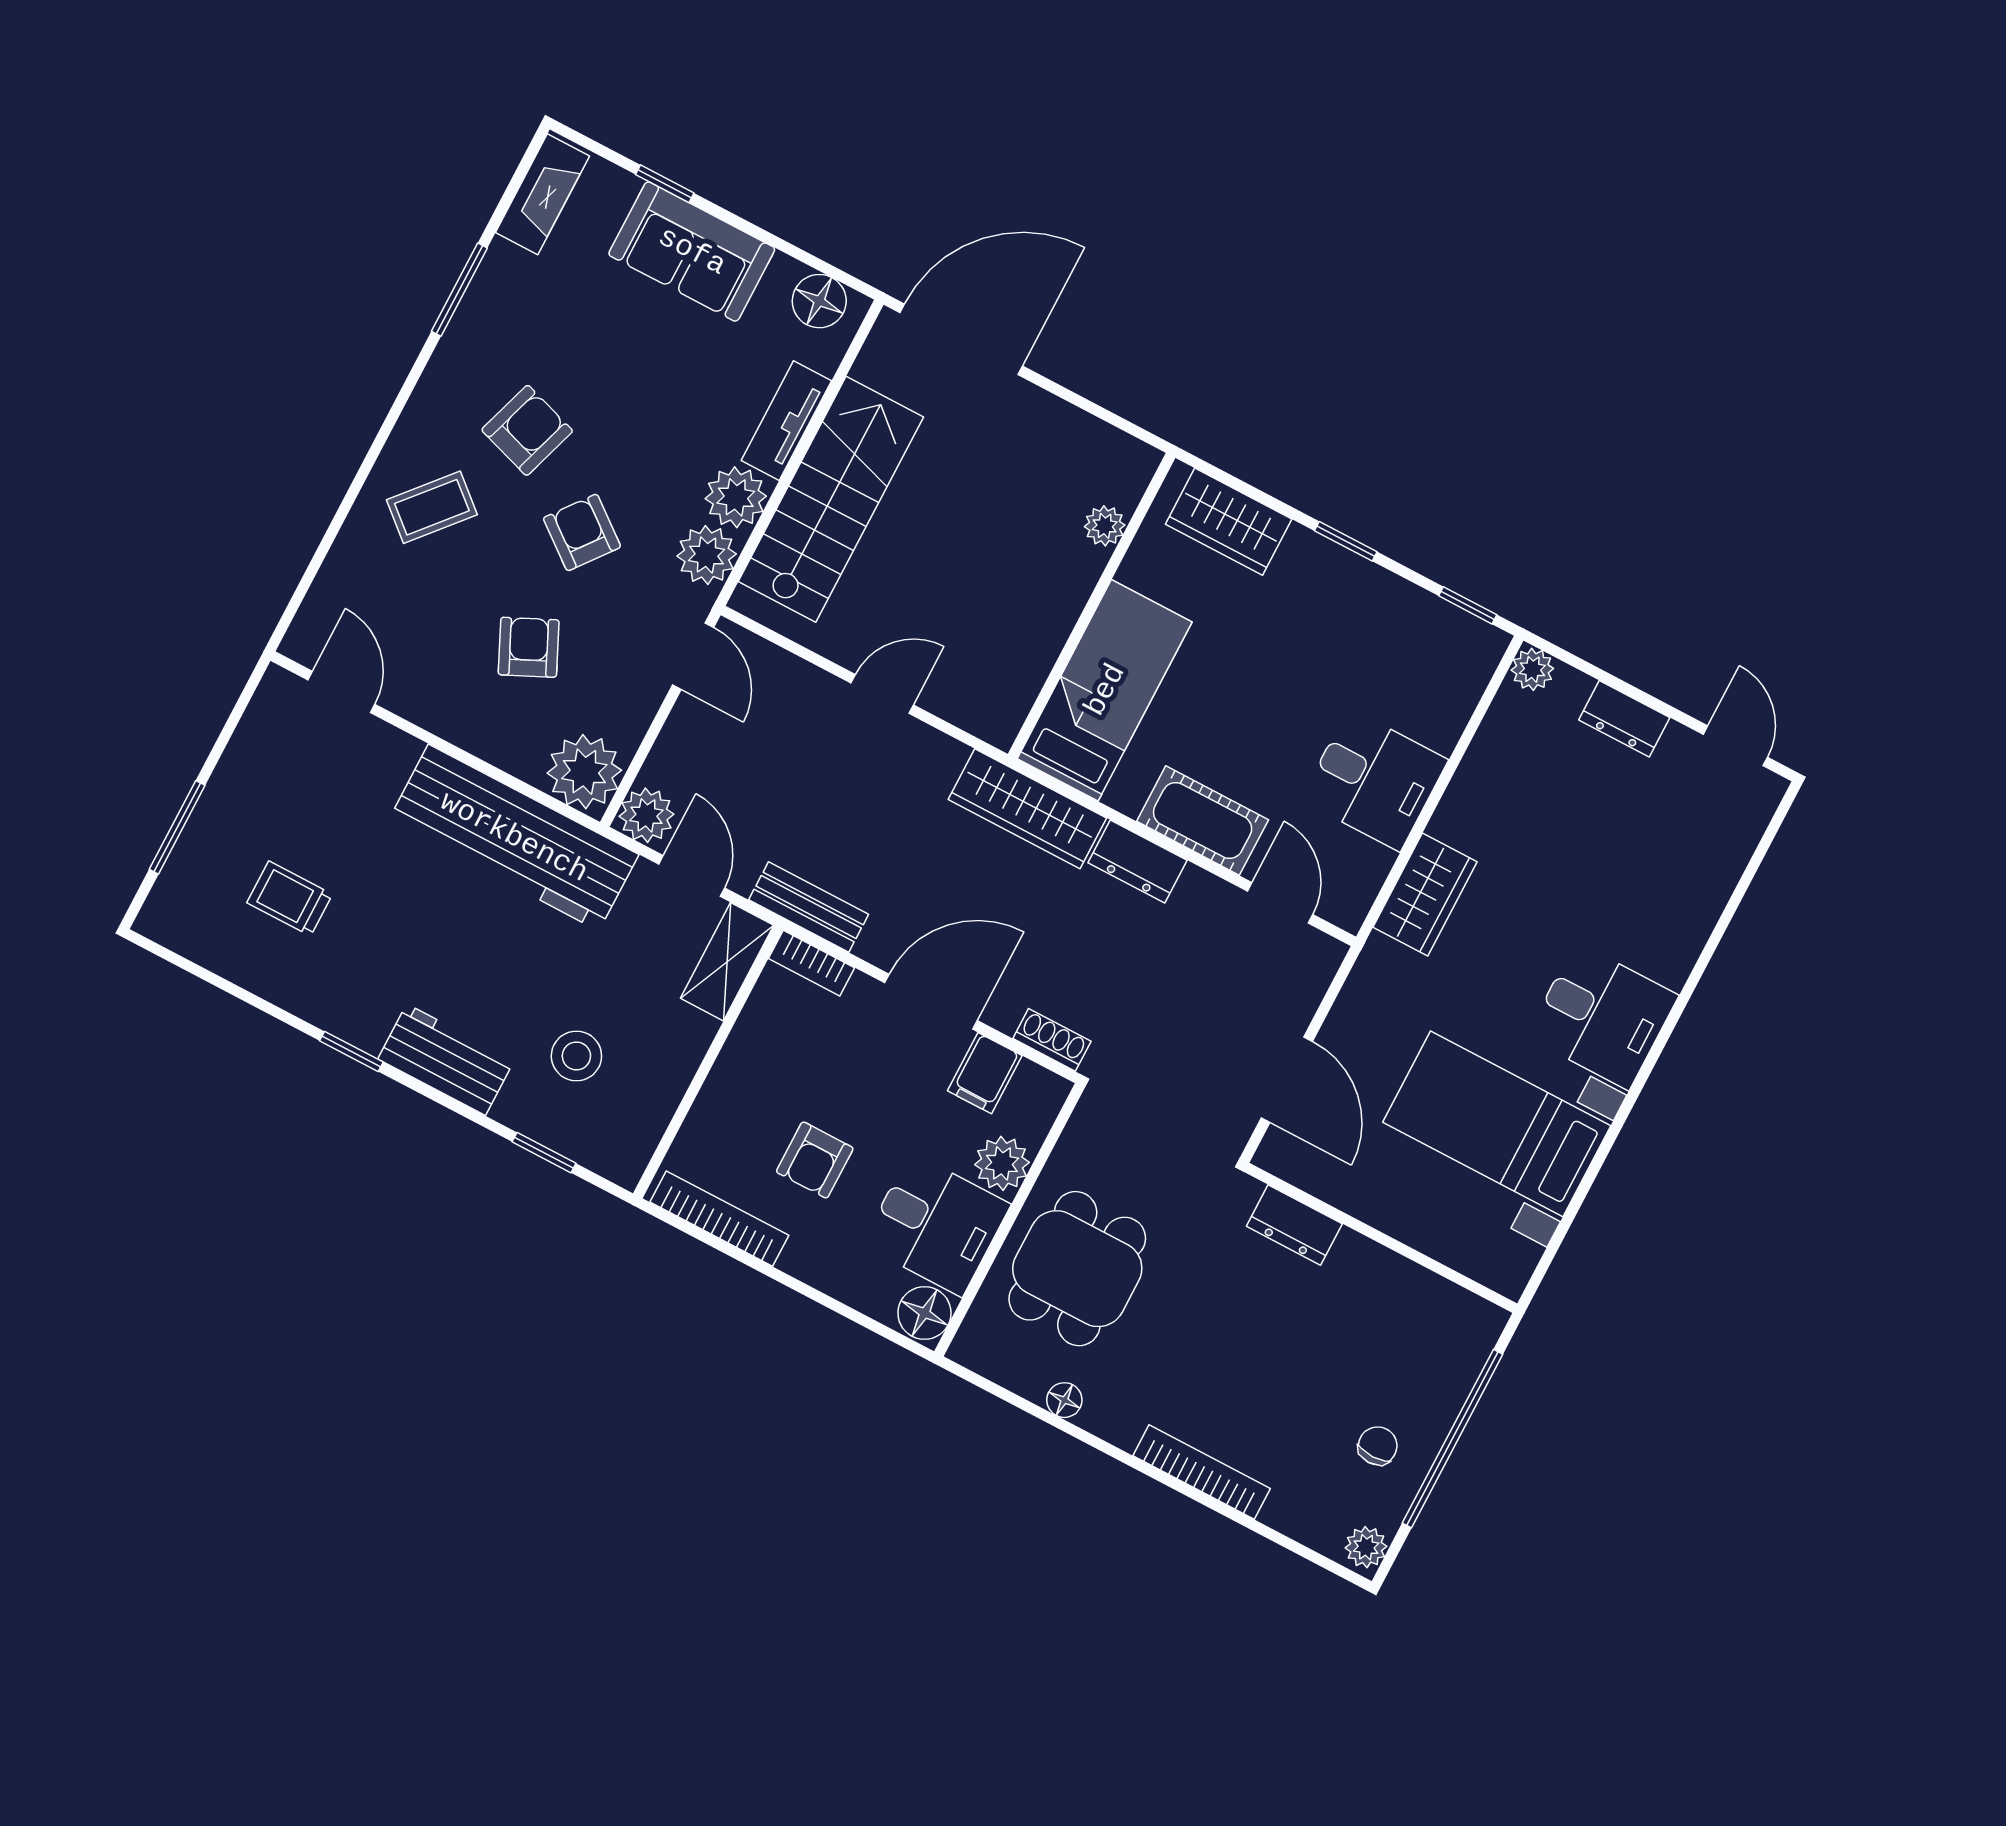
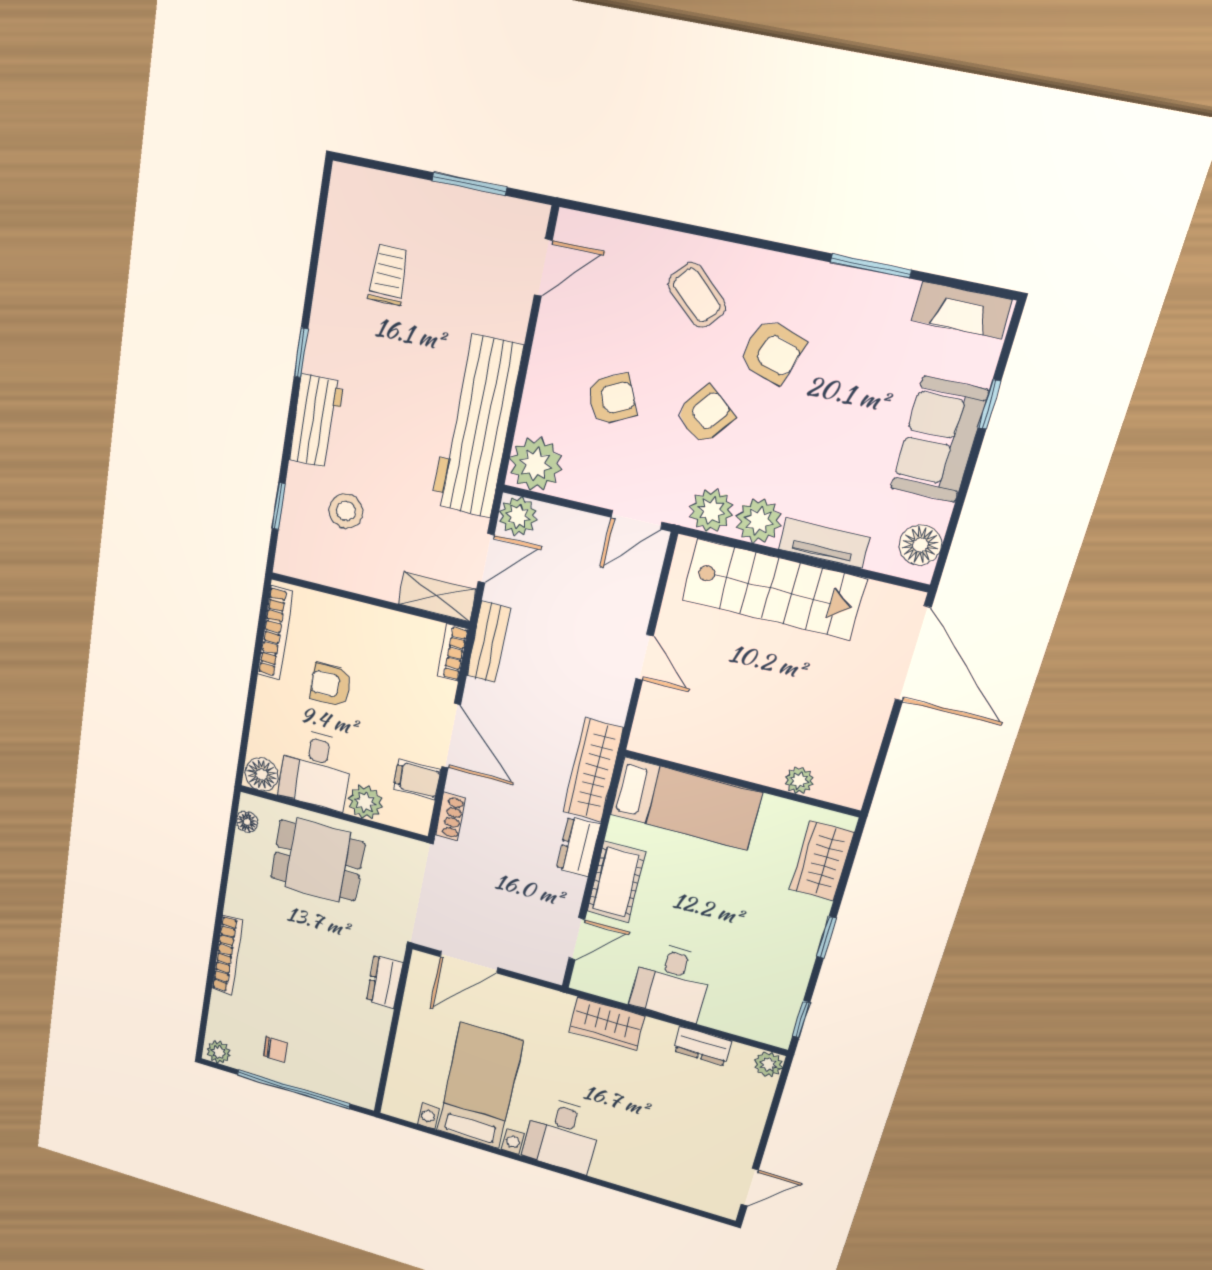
dresser: (1624, 719) -> (702, 1046), moved, turned -90
window: (177, 827) -> (469, 184), moved
floor lamp: (1064, 1400) -> (247, 822), moved

